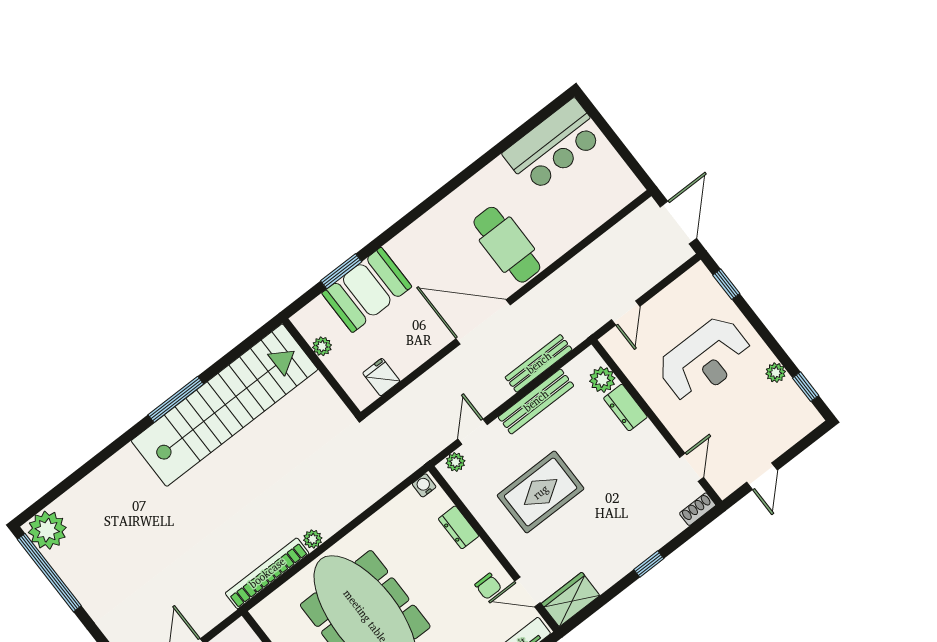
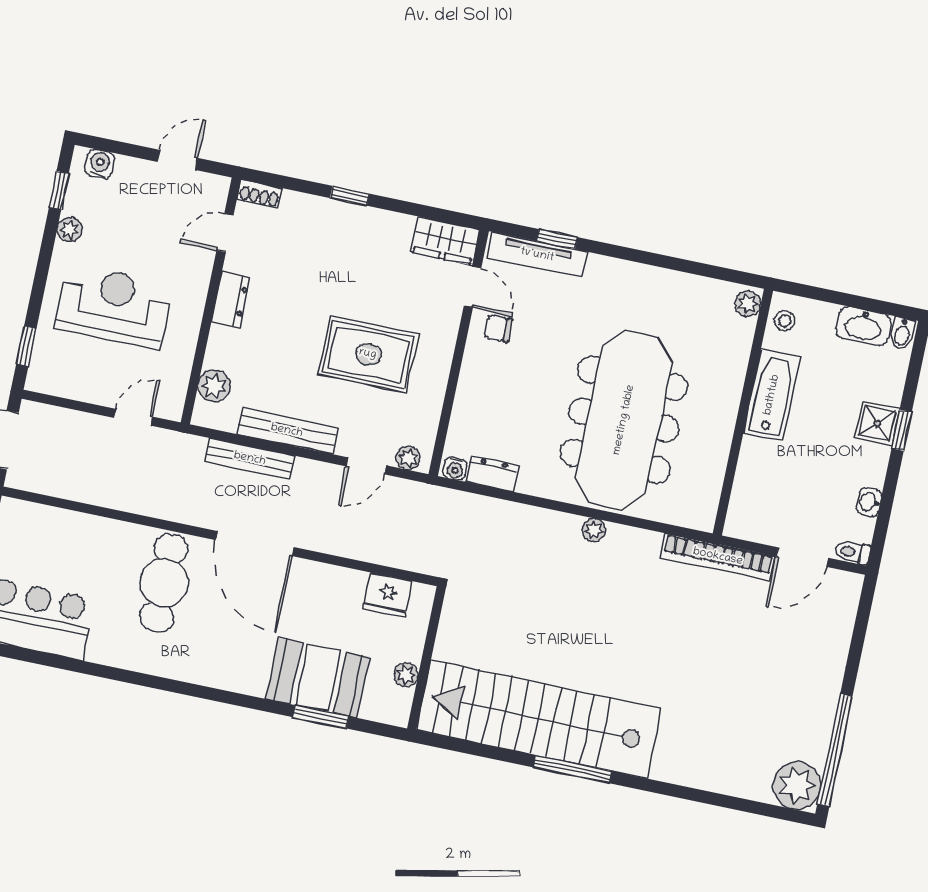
fridge: (381, 377) -> (388, 595), width x1.38
dresser: (625, 408) -> (231, 300), moved
water cooler: (800, 426) -> (100, 164), added
dresser: (459, 527) -> (492, 474), moved, turned -90
bookcase: (267, 573) -> (718, 557), moved
chair: (488, 586) -> (498, 328), turned -90

